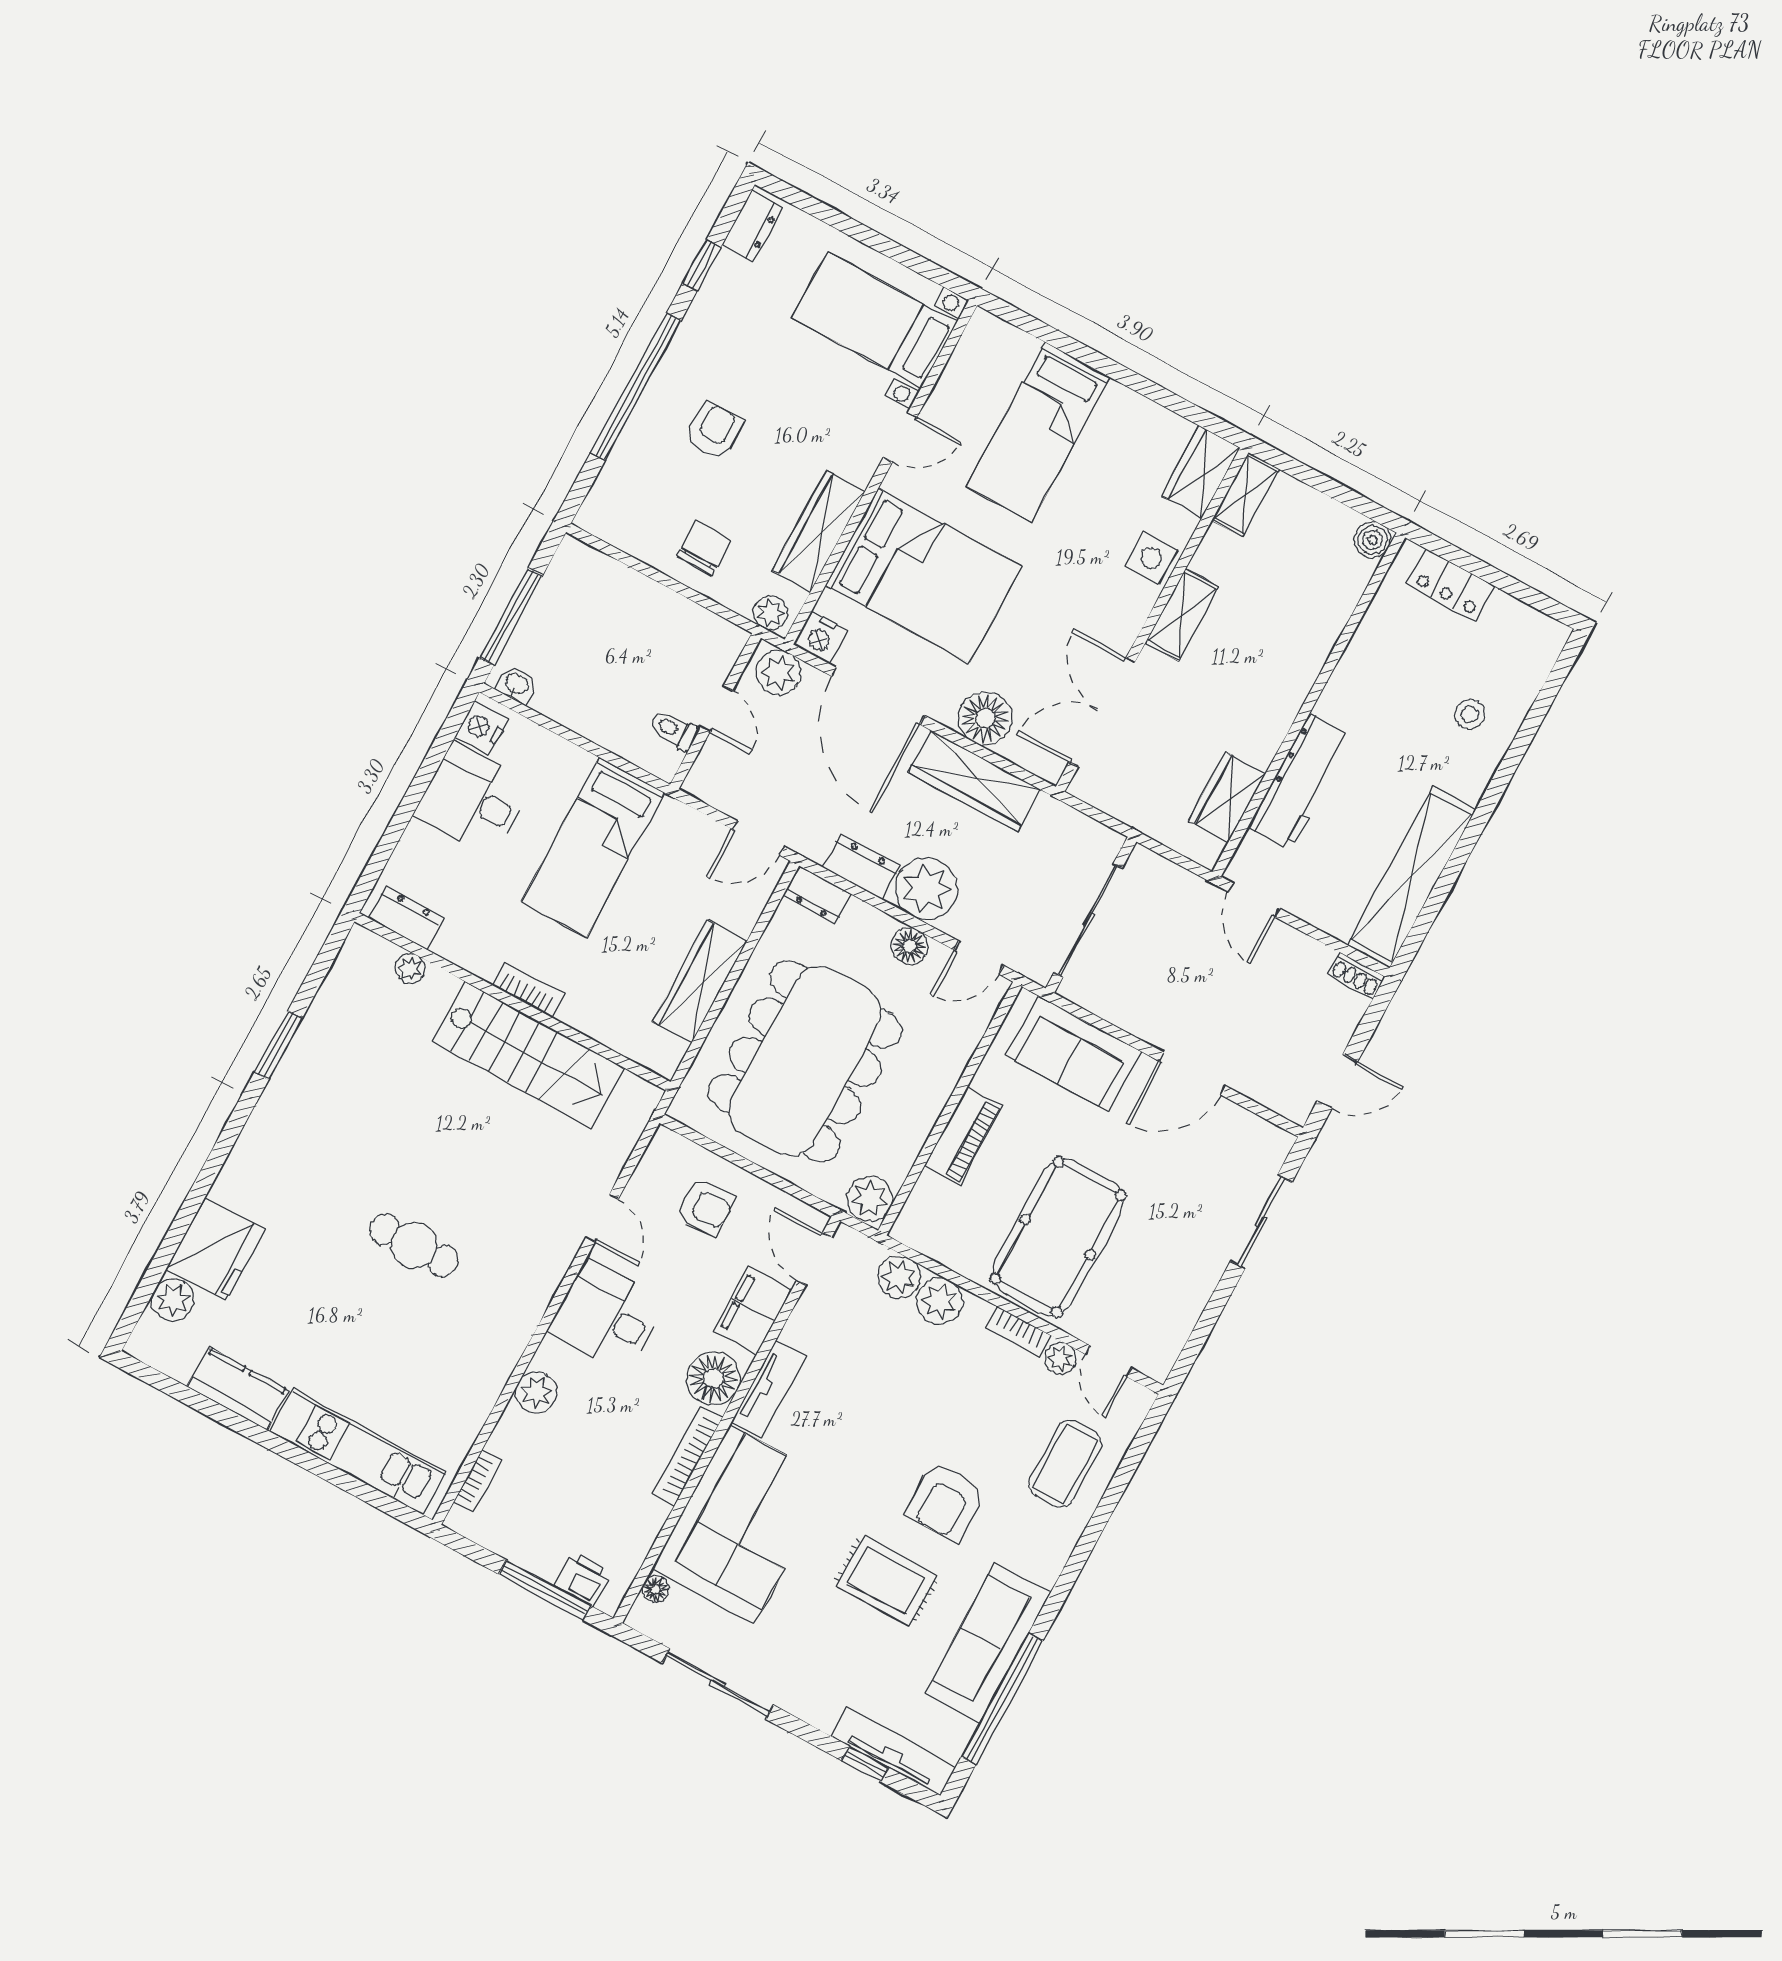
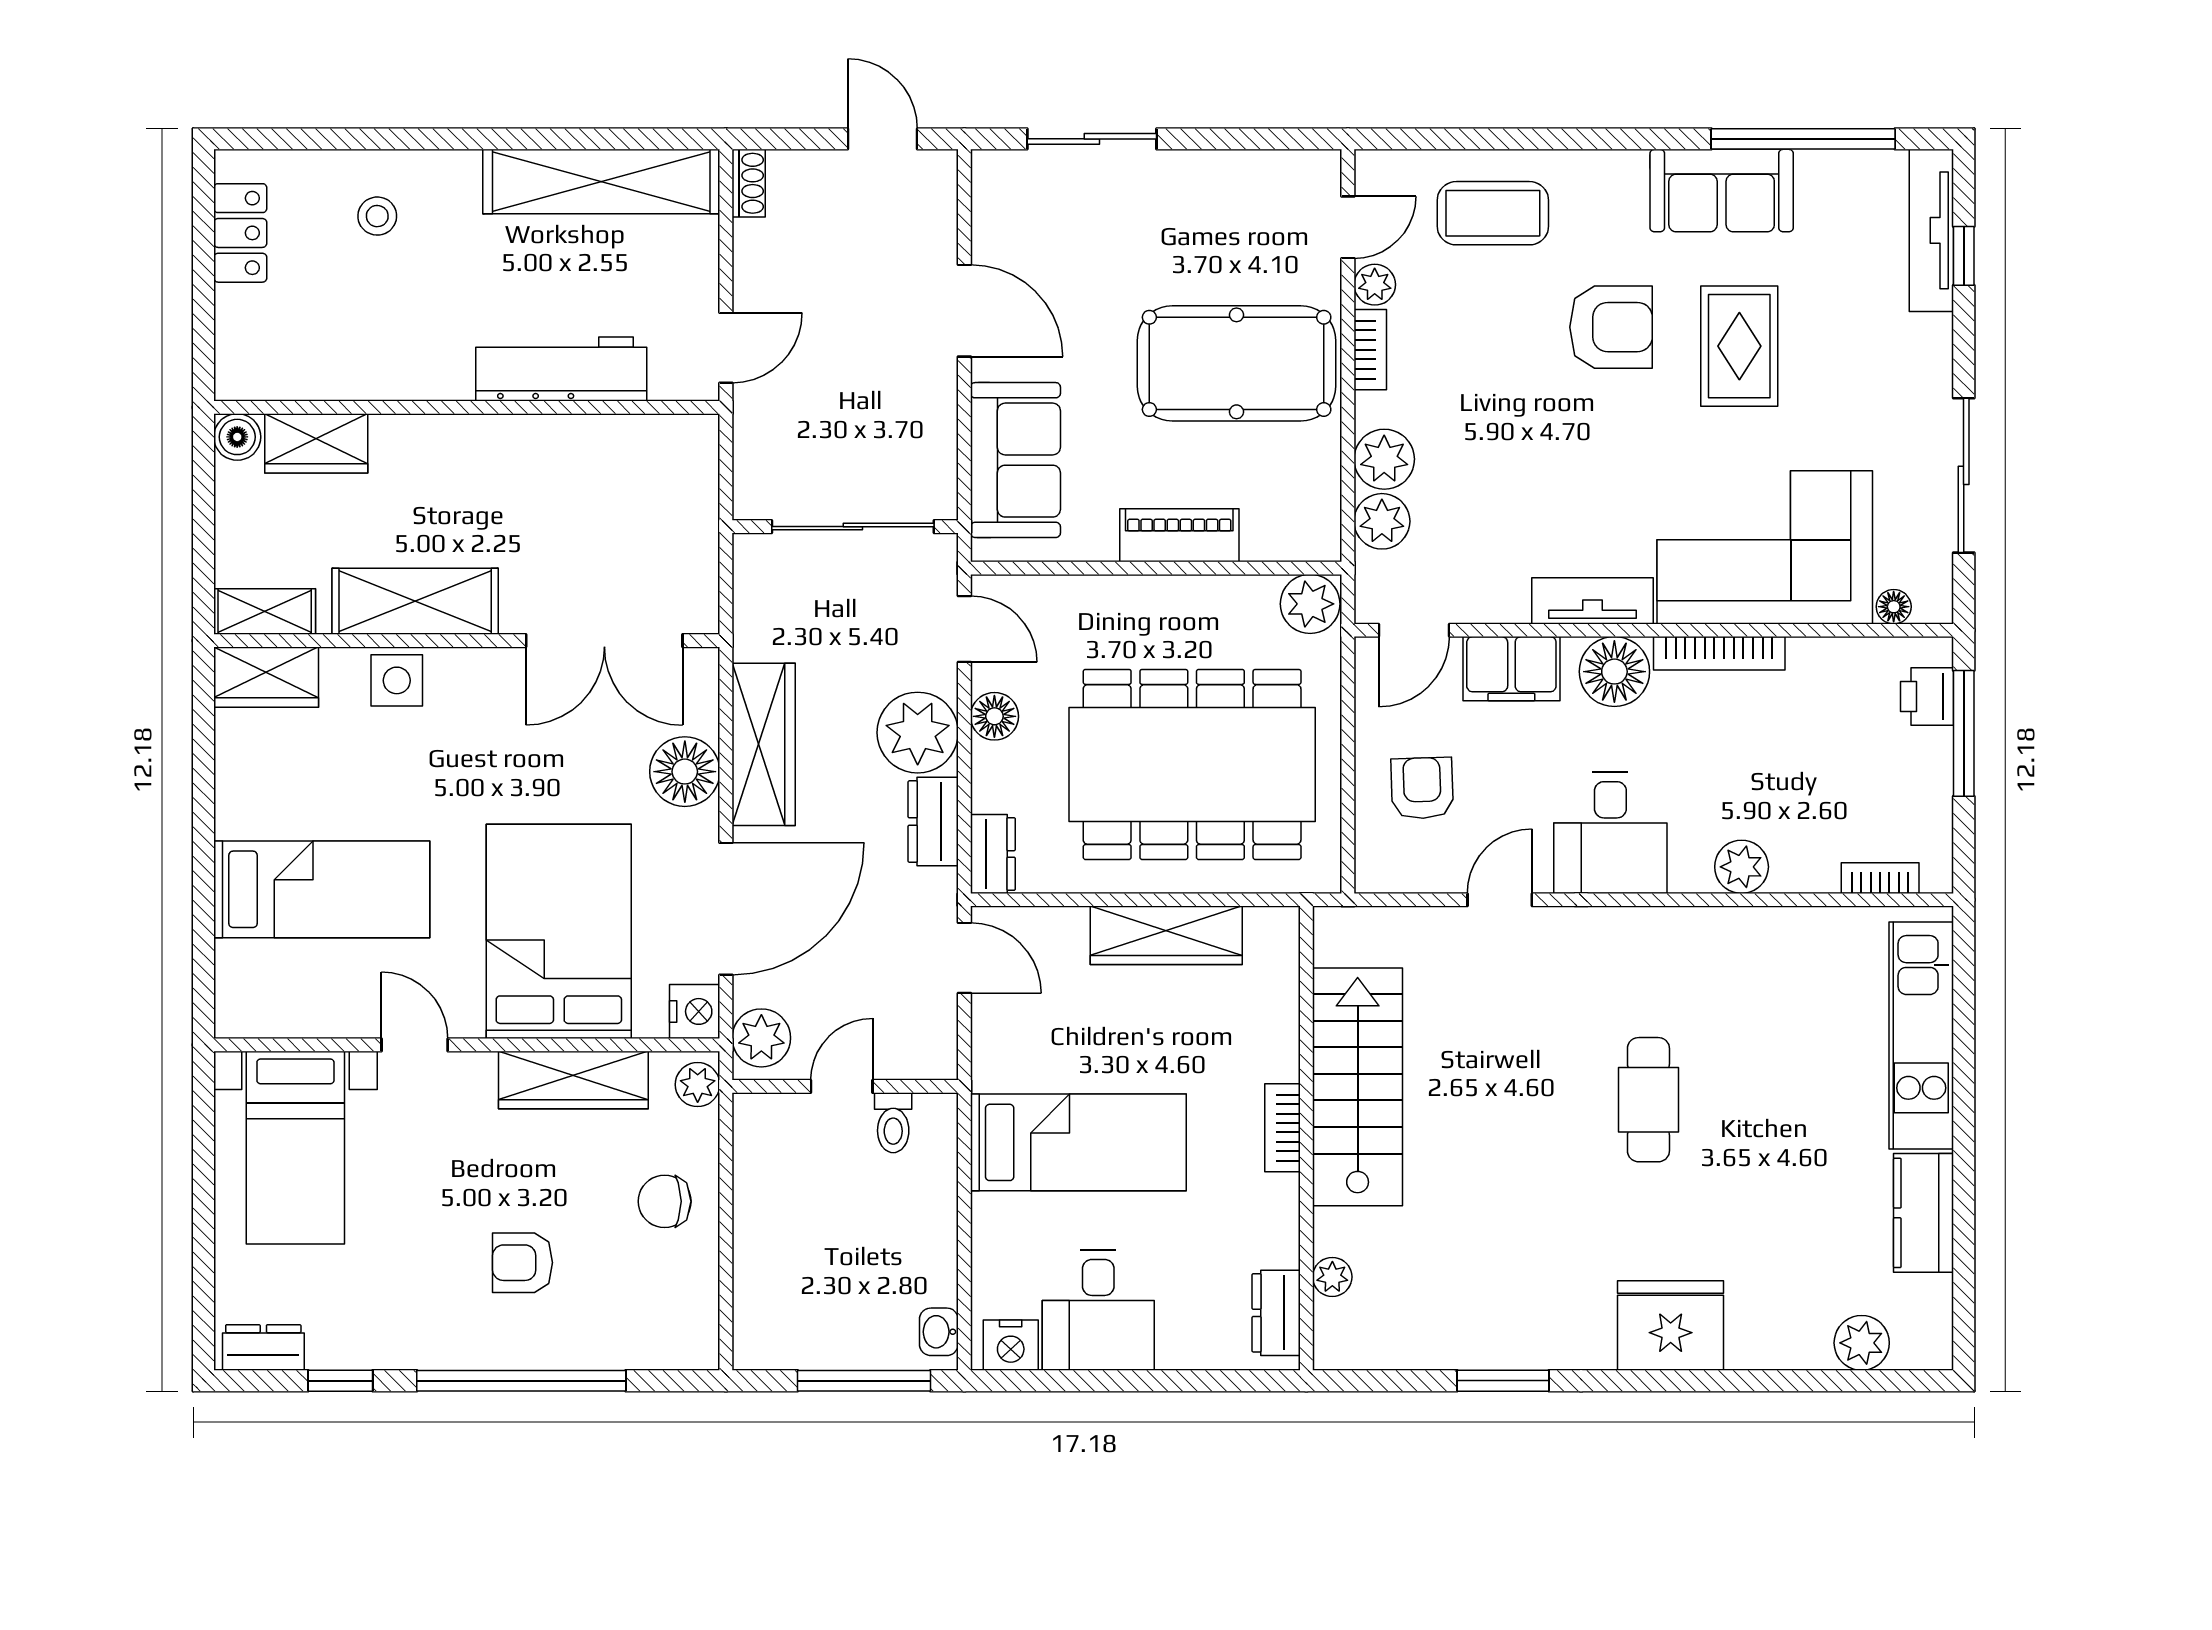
locker: (1451, 585) -> (240, 233), moved
shelving: (1182, 615) -> (415, 601), width x1.50, depth x1.33
wardrobe: (1227, 797) -> (316, 443), moved
fridge: (215, 1249) -> (1671, 1326), moved
sofa: (988, 1643) -> (1722, 191), width x0.73

